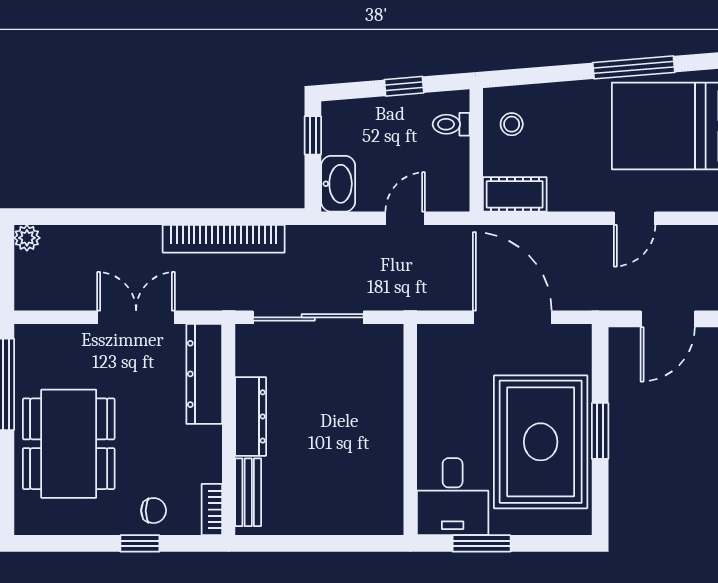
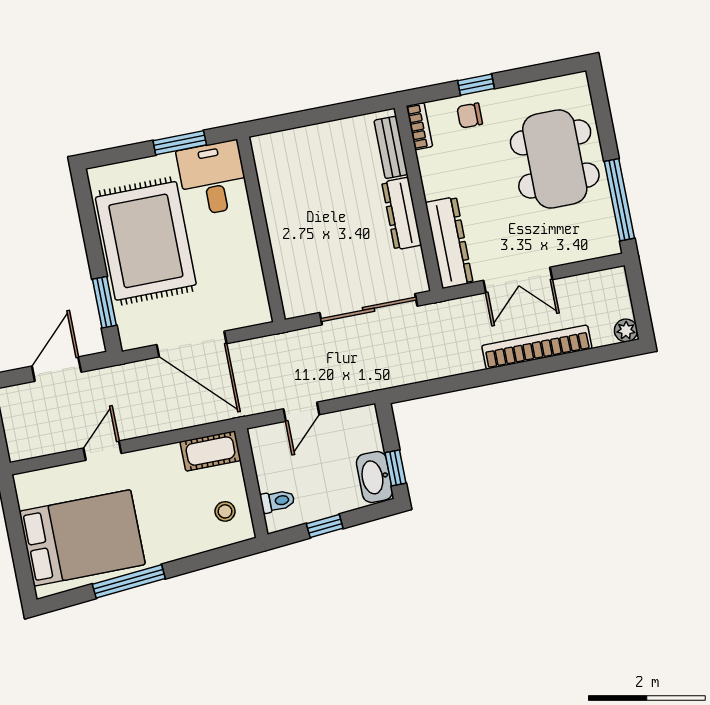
washbasin: (338, 184) -> (375, 477), moved
bookcase: (224, 239) -> (537, 347), moved
window: (600, 431) -> (104, 302), moved

